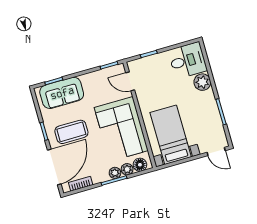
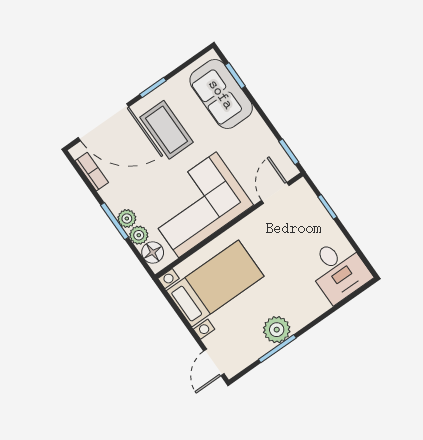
plant: (202, 82) -> (277, 330), moved

